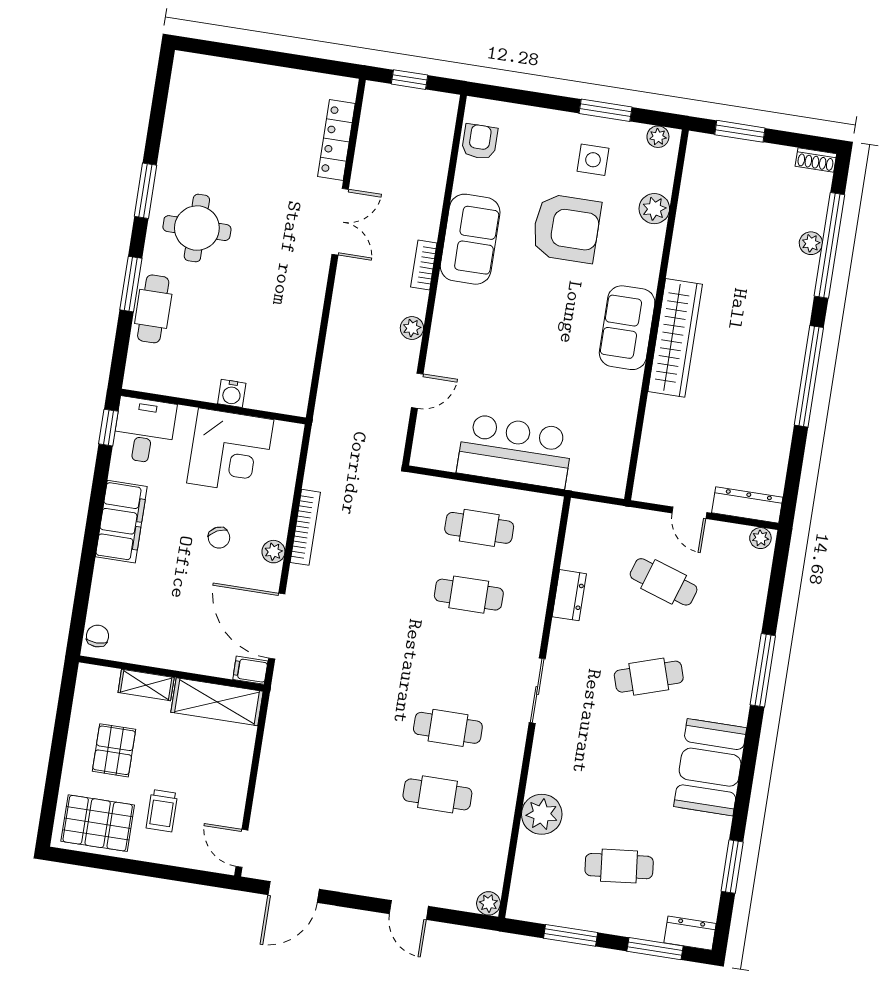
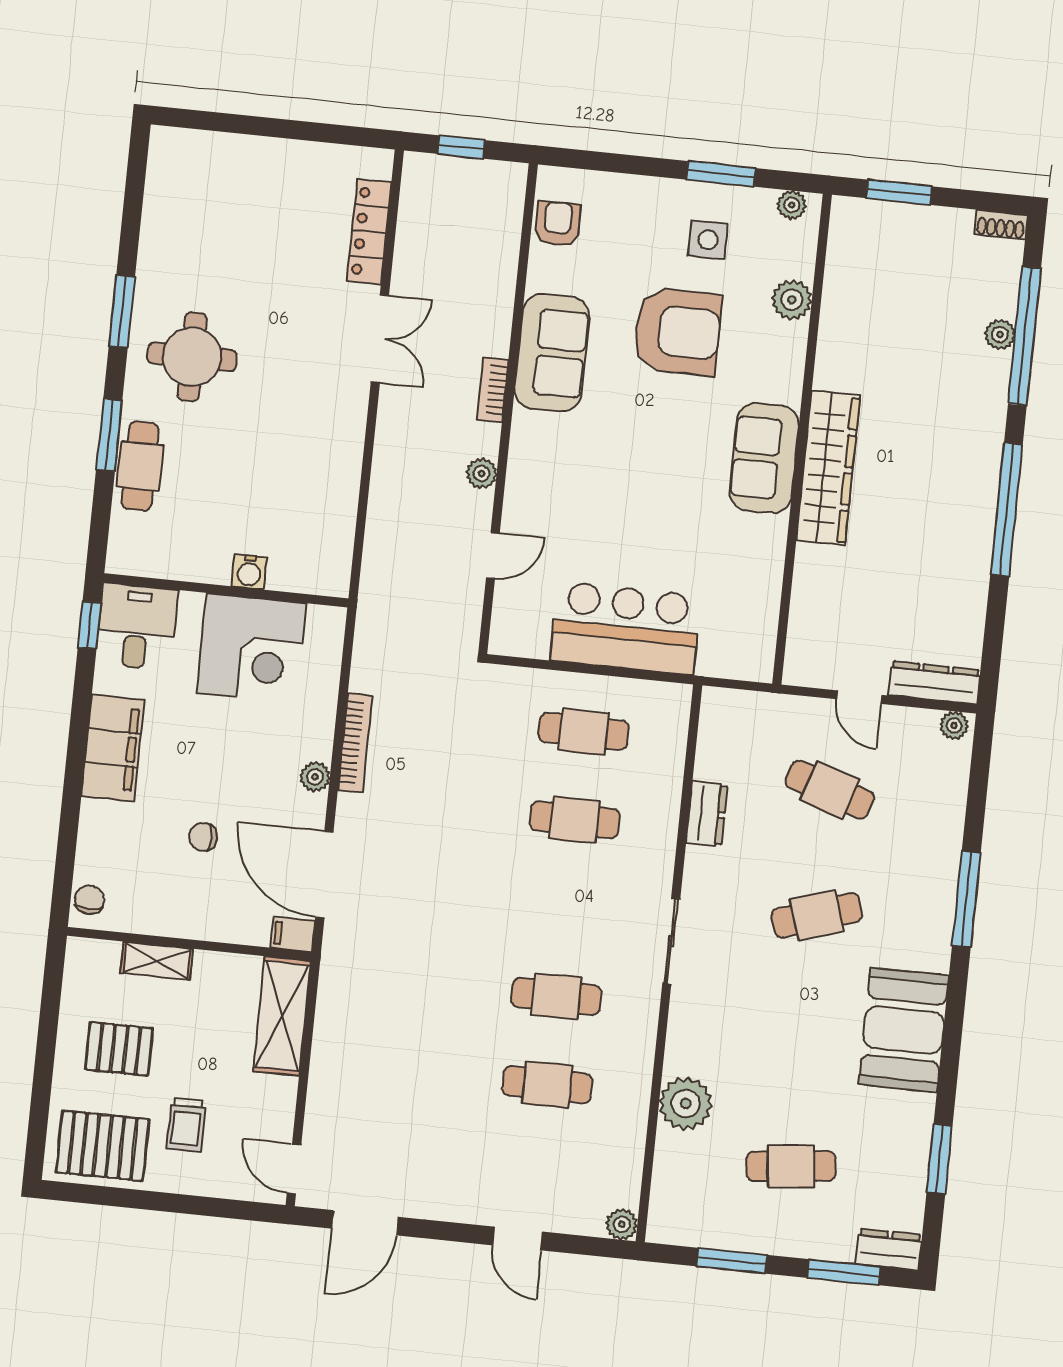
chair: (219, 538) -> (203, 837), moved, turned 117
shelving: (217, 702) -> (282, 1016), moved, turned 90
pallet: (114, 750) -> (119, 1049), turned 90

